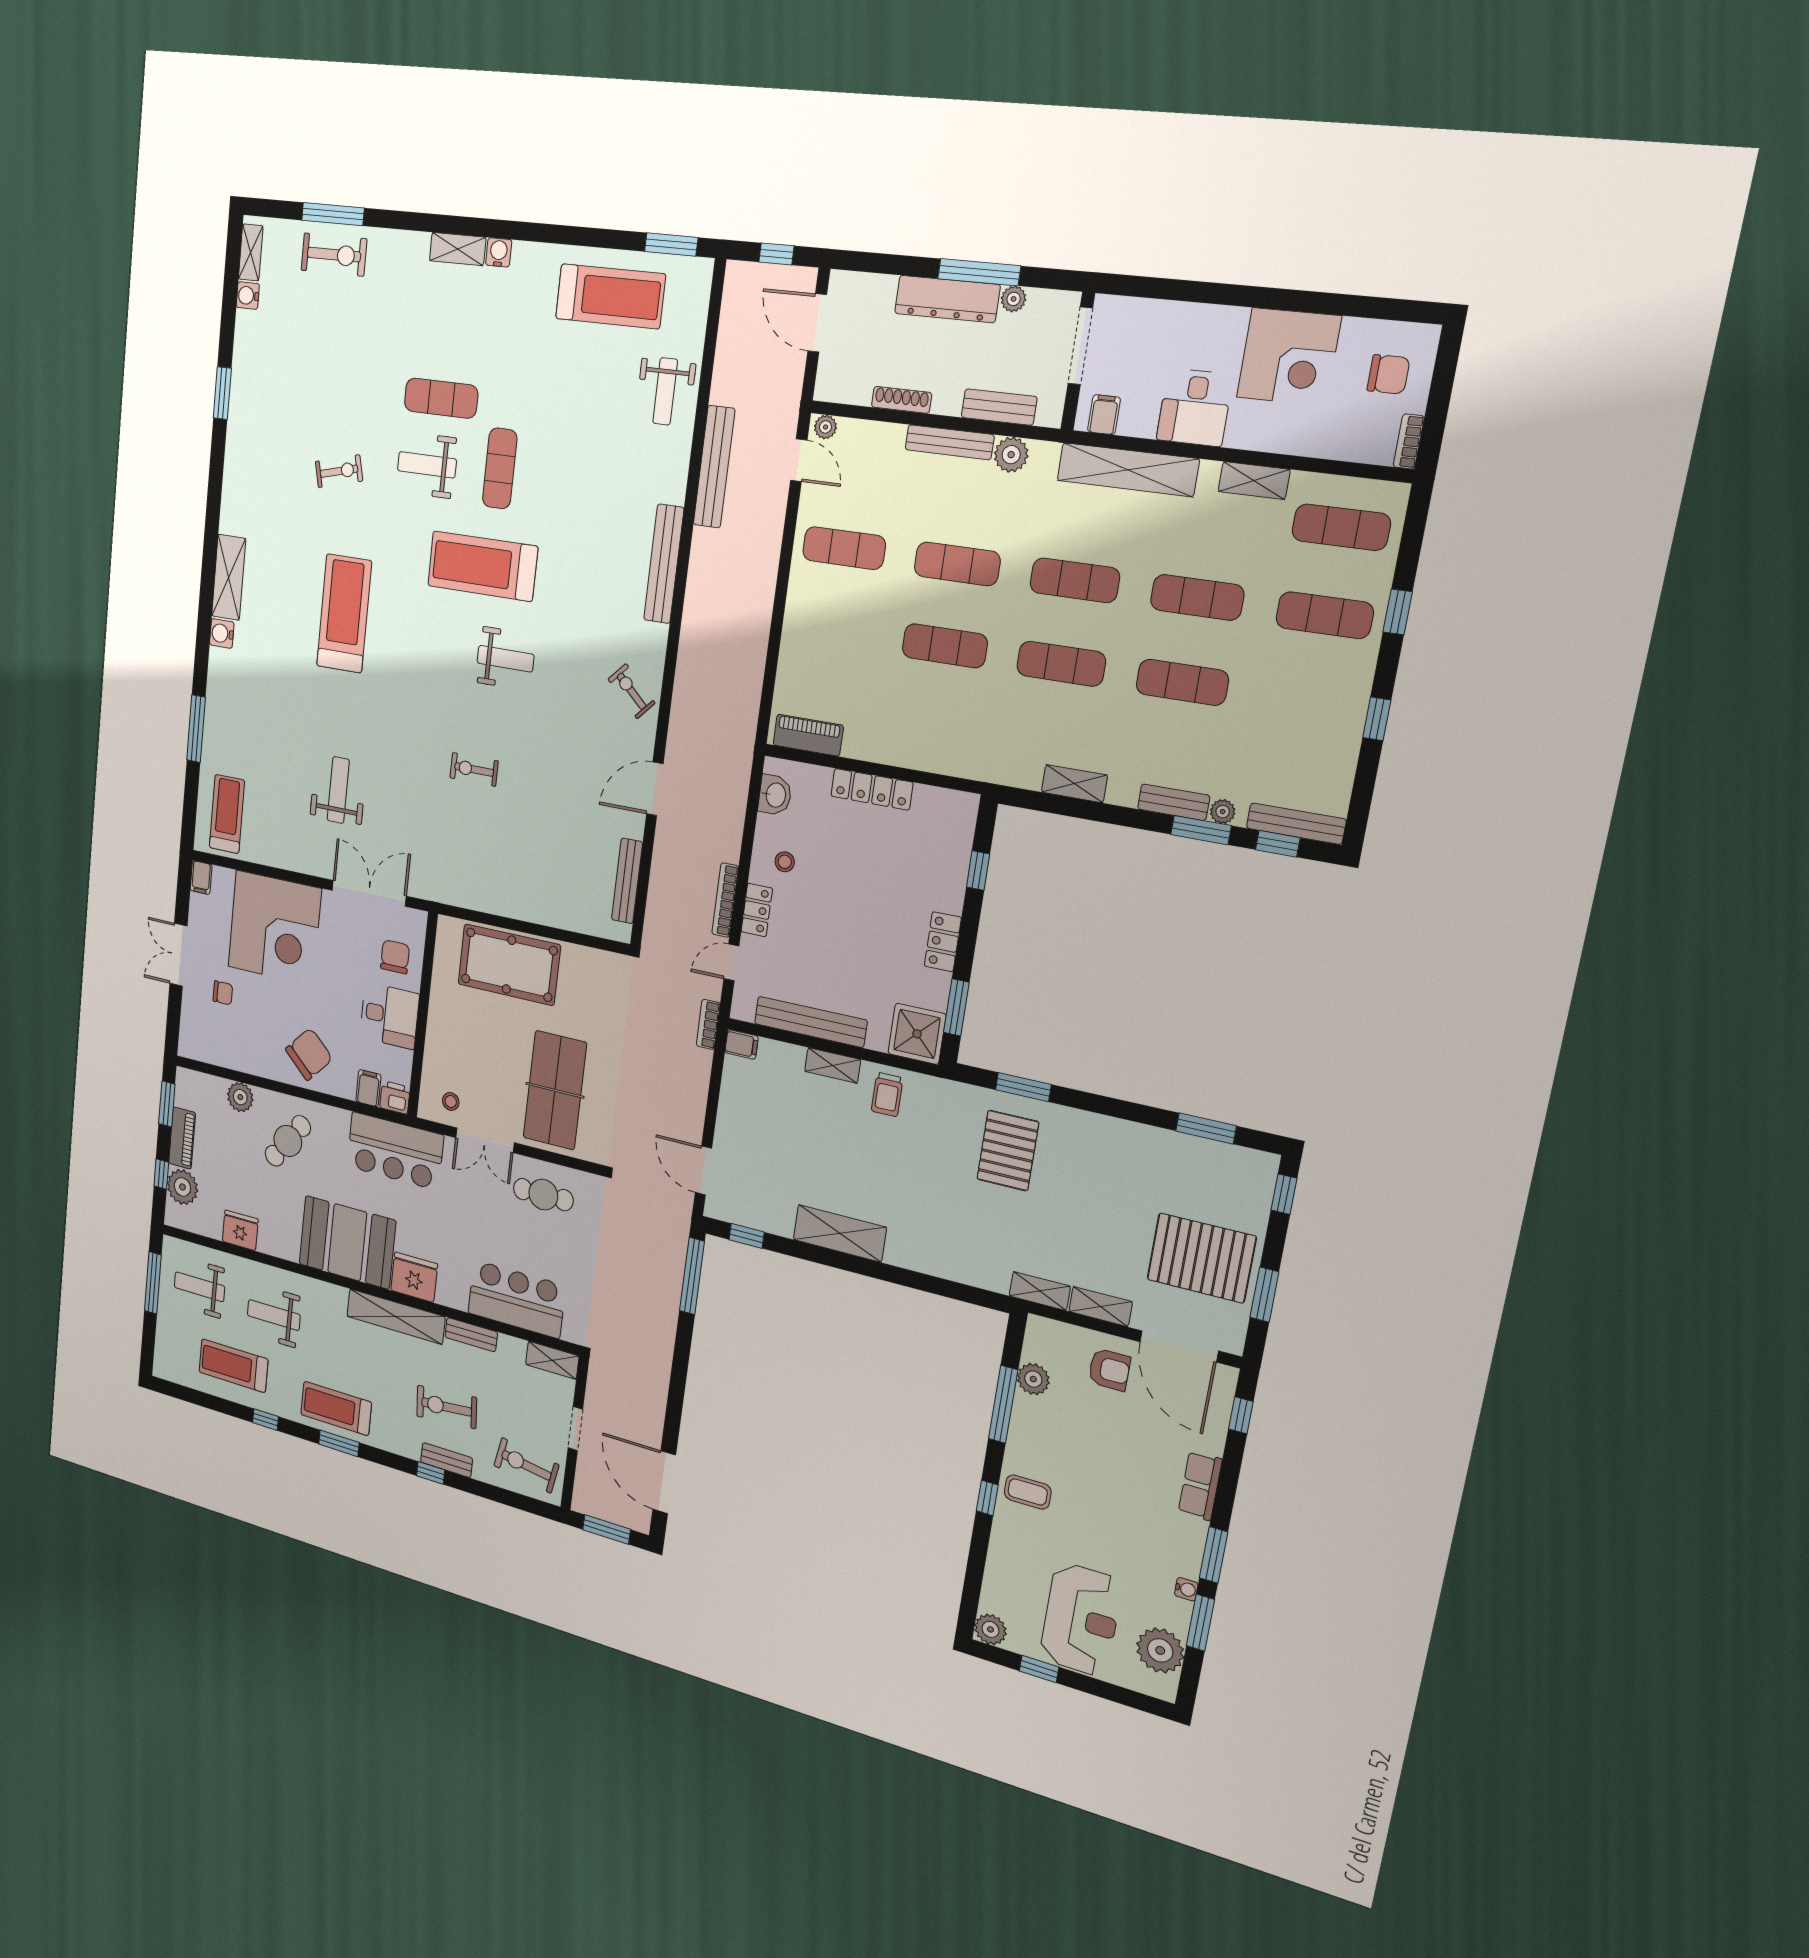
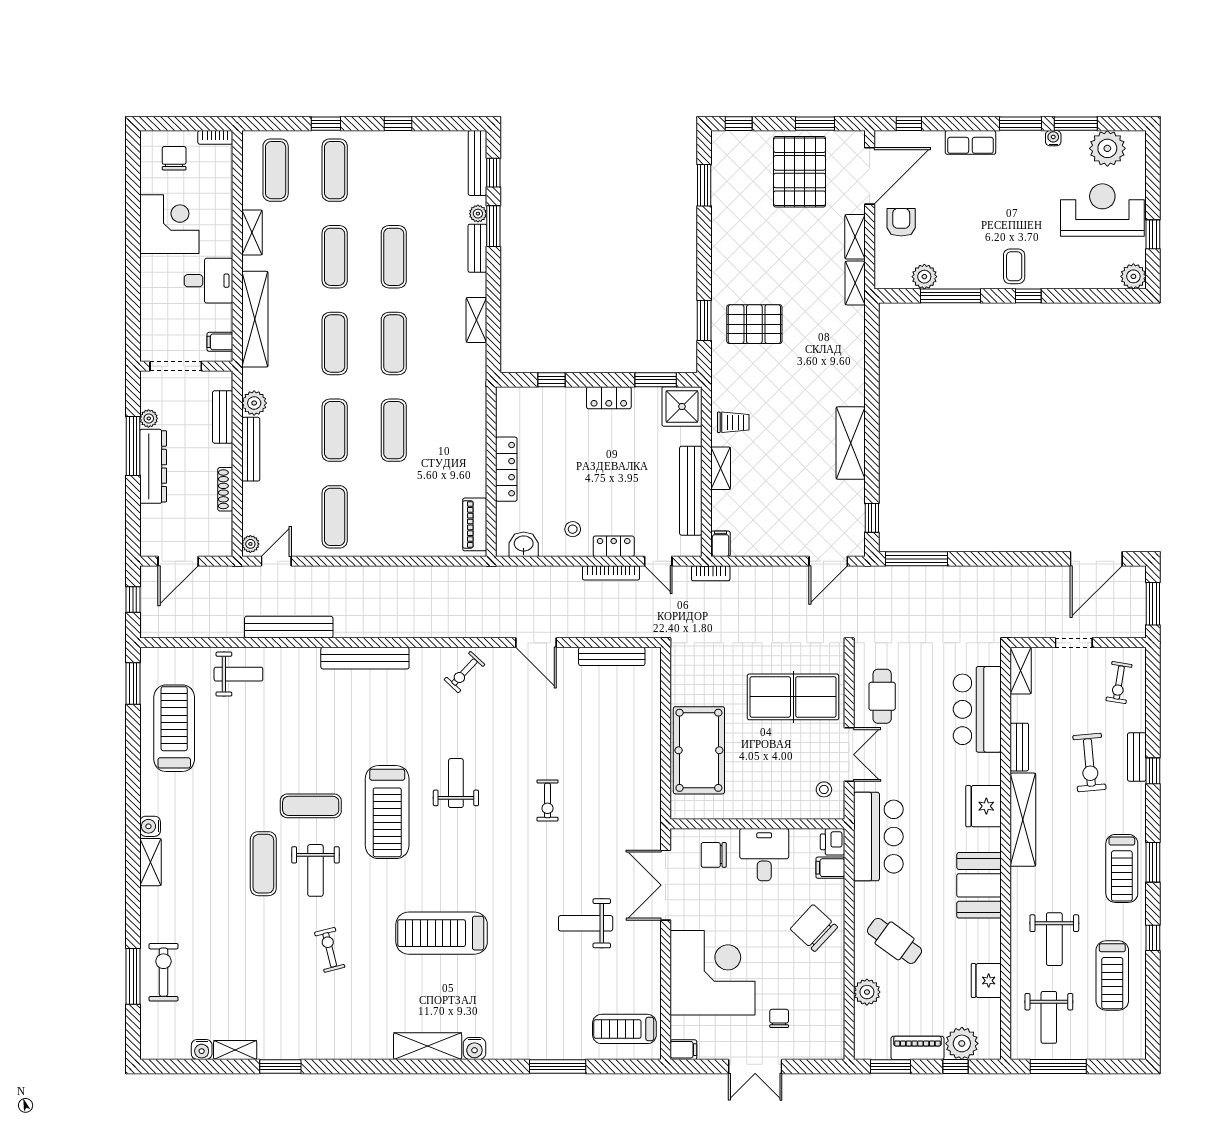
shelving: (251, 252) -> (235, 1050), moved
booth: (347, 1242) -> (979, 885), width x0.73, depth x0.70
exercise bike: (526, 1465) -> (1119, 683), width x0.73, depth x0.72

